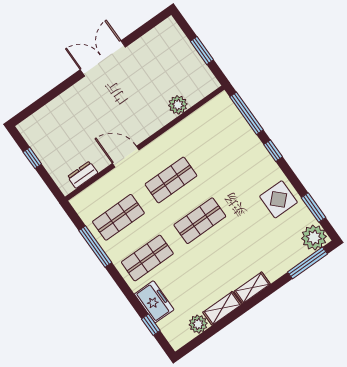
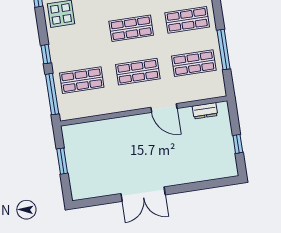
plant: (178, 105) -> (103, 128), removed
shop shelf: (223, 143) -> (82, 80), added

